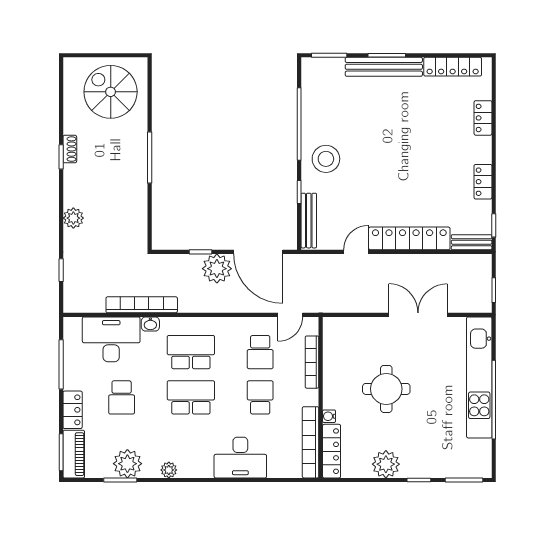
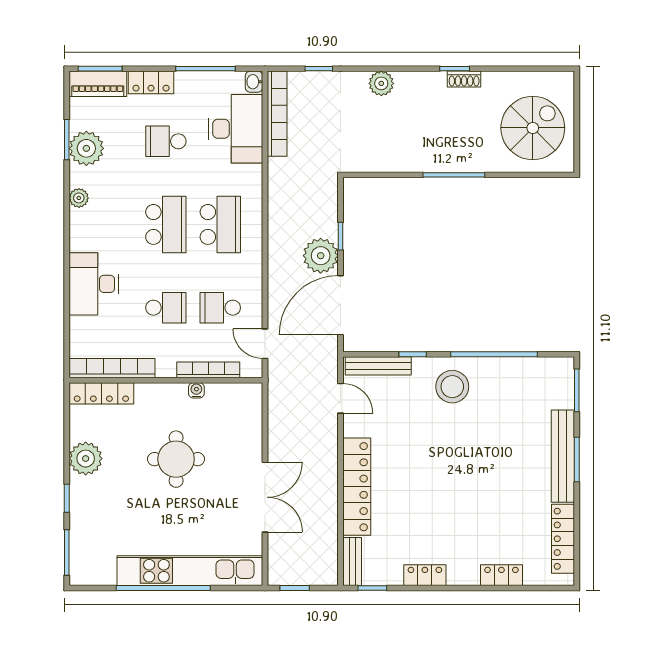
door: (356, 252) -> (341, 398), moved
bookcase: (142, 305) -> (277, 114), moved
washbasin: (150, 324) -> (254, 82), moved
water cooler: (329, 416) -> (196, 390), moved

